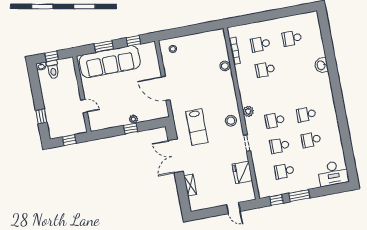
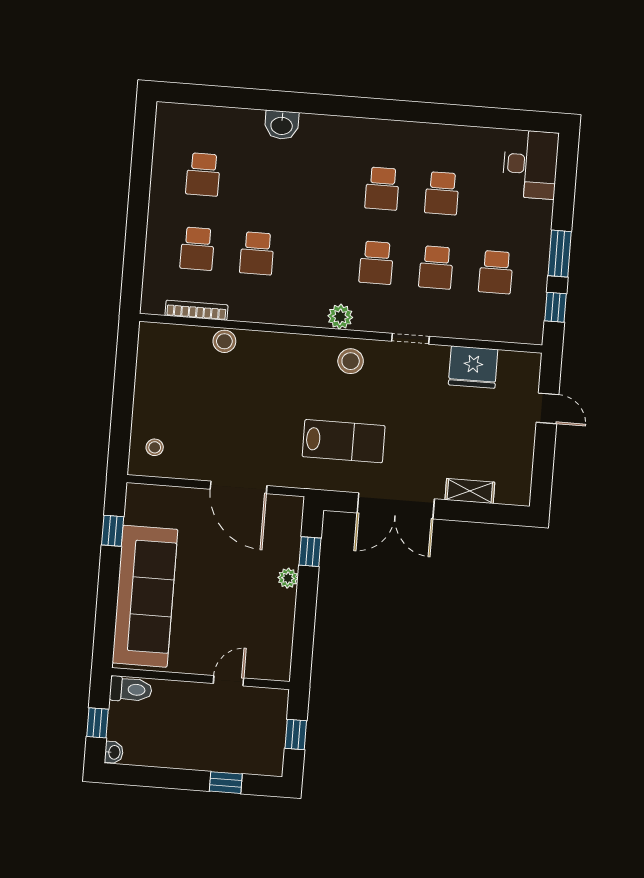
window: (104, 46) -> (107, 600), removed
toilet: (53, 69) -> (131, 689), moved
door: (166, 88) -> (239, 487), hinge flipped
window: (131, 129) -> (310, 552), moved
door: (233, 208) -> (547, 408), hinge flipped

